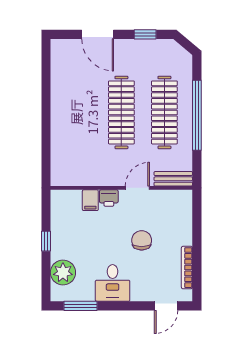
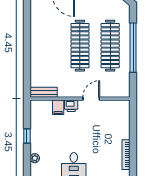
bench: (173, 179) -> (44, 92), moved
chair: (142, 240) -> (94, 136), removed
plant: (63, 273) -> (35, 158), width x0.53, depth x0.53

